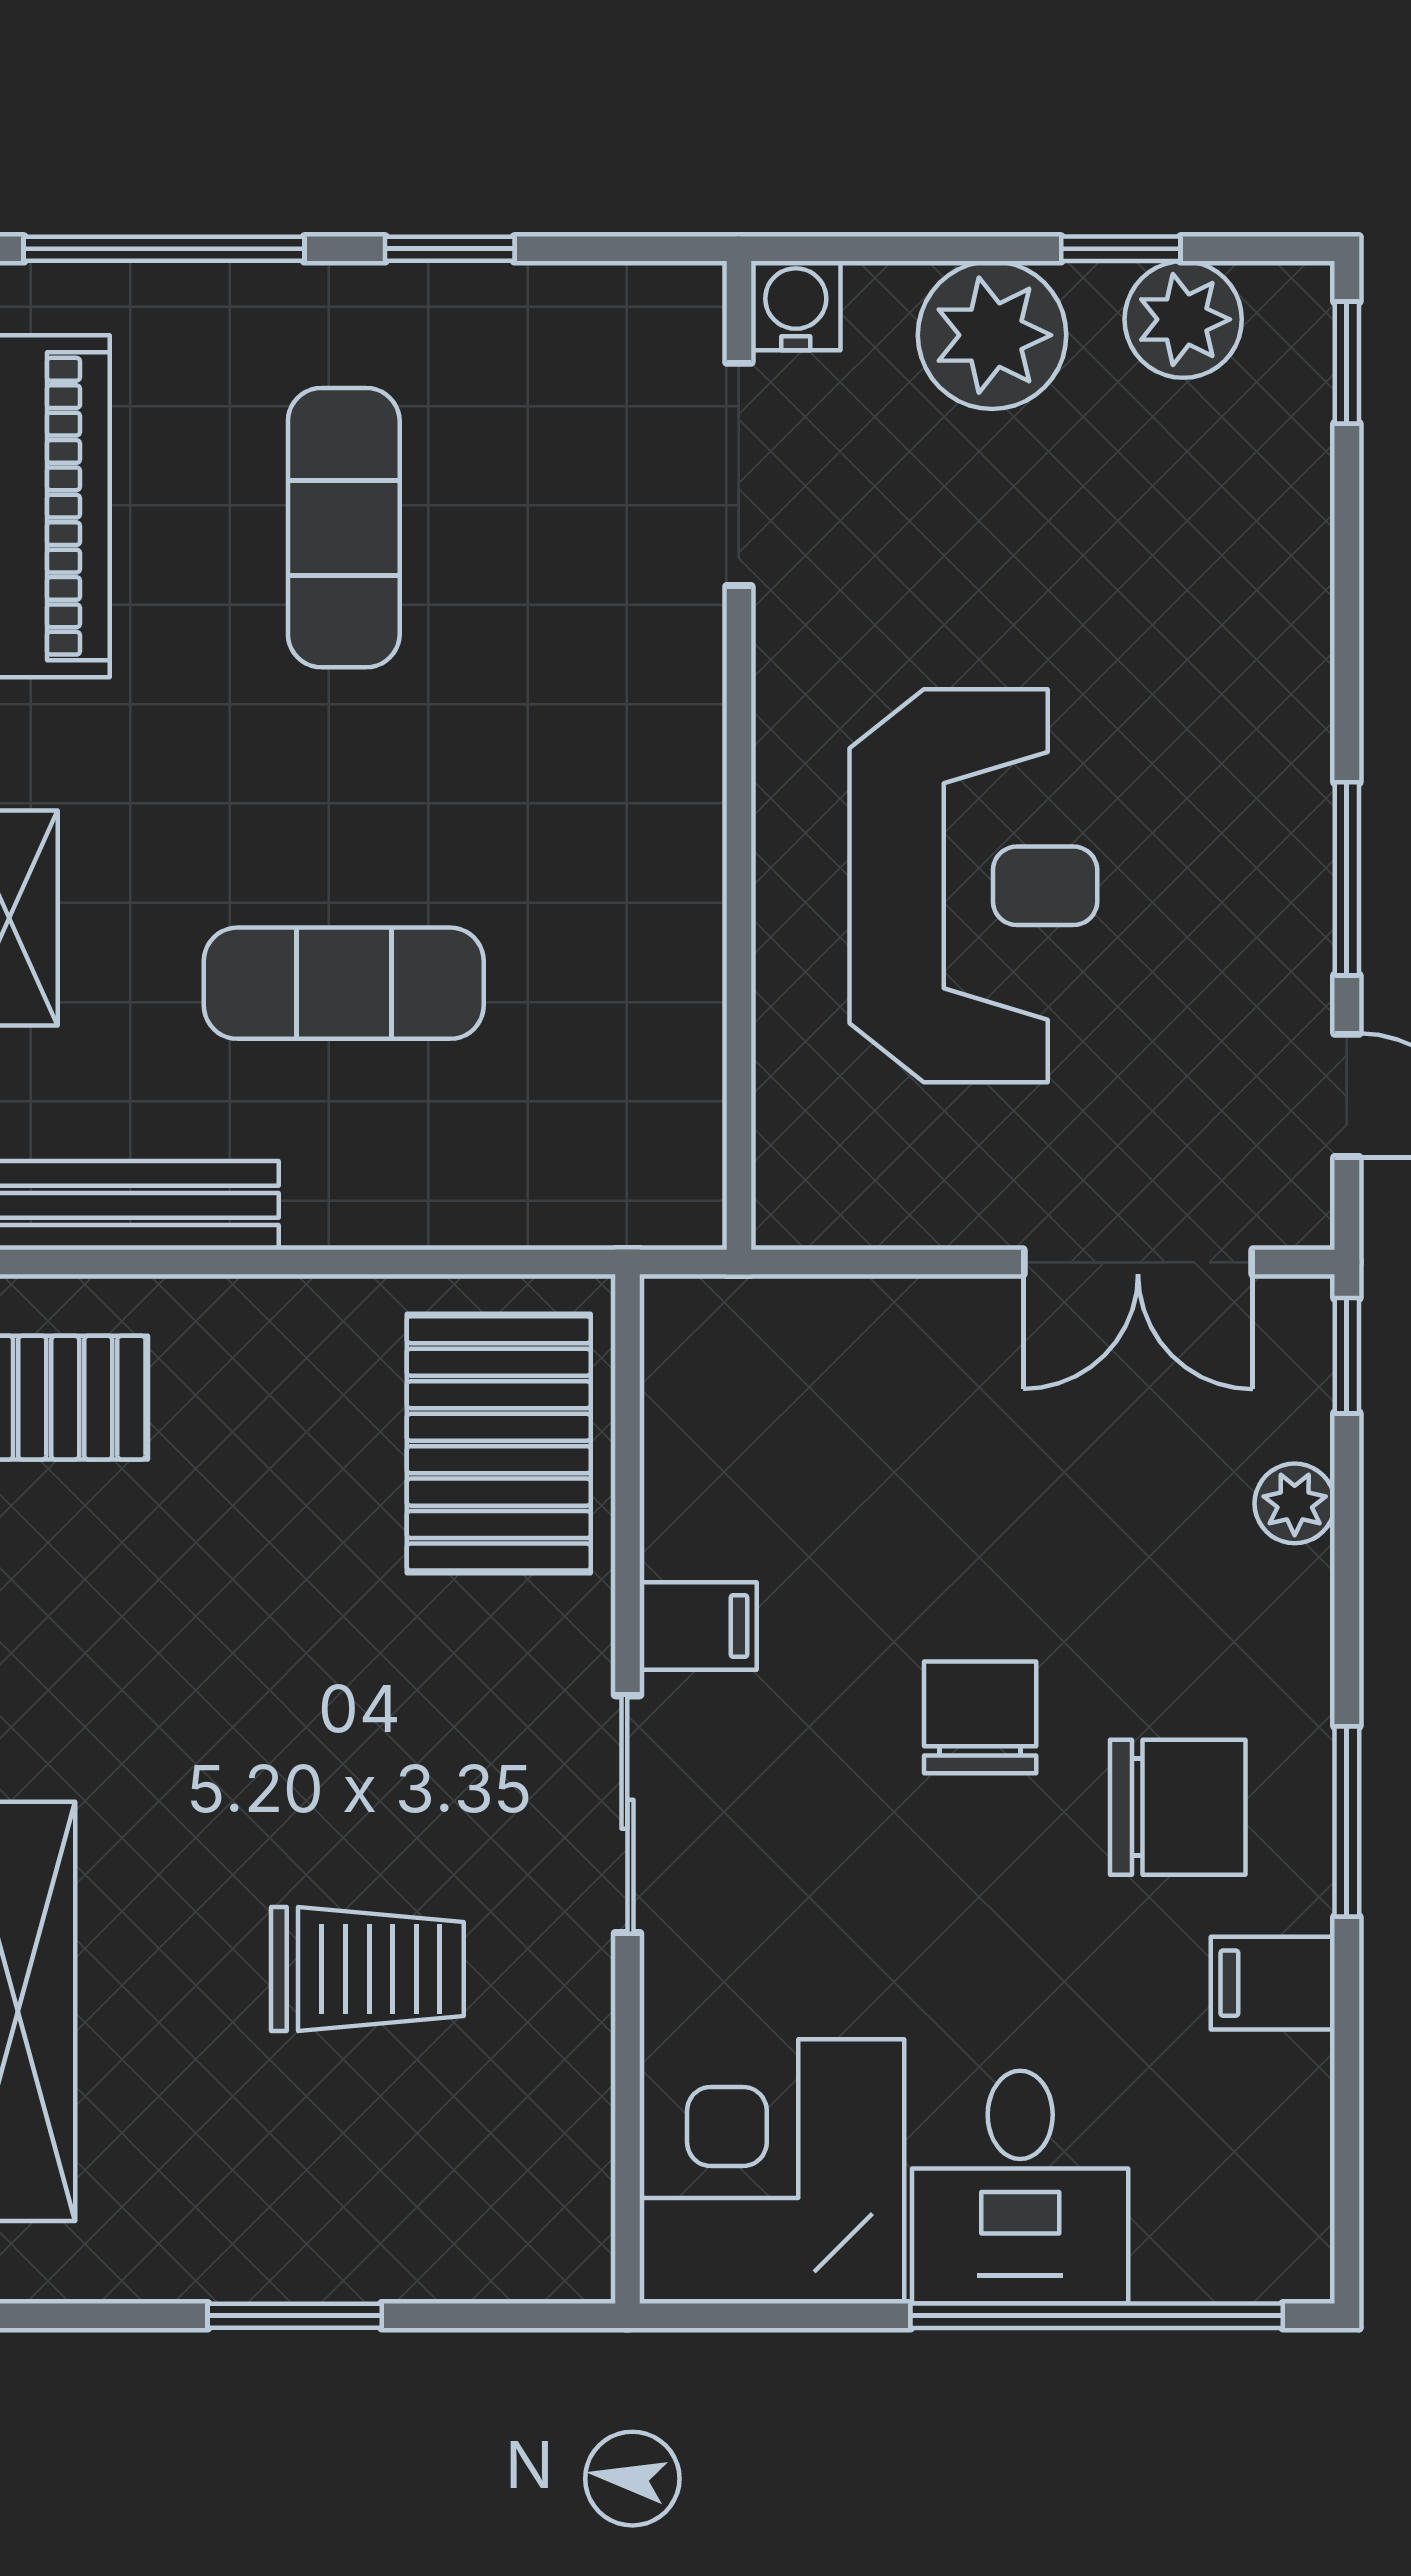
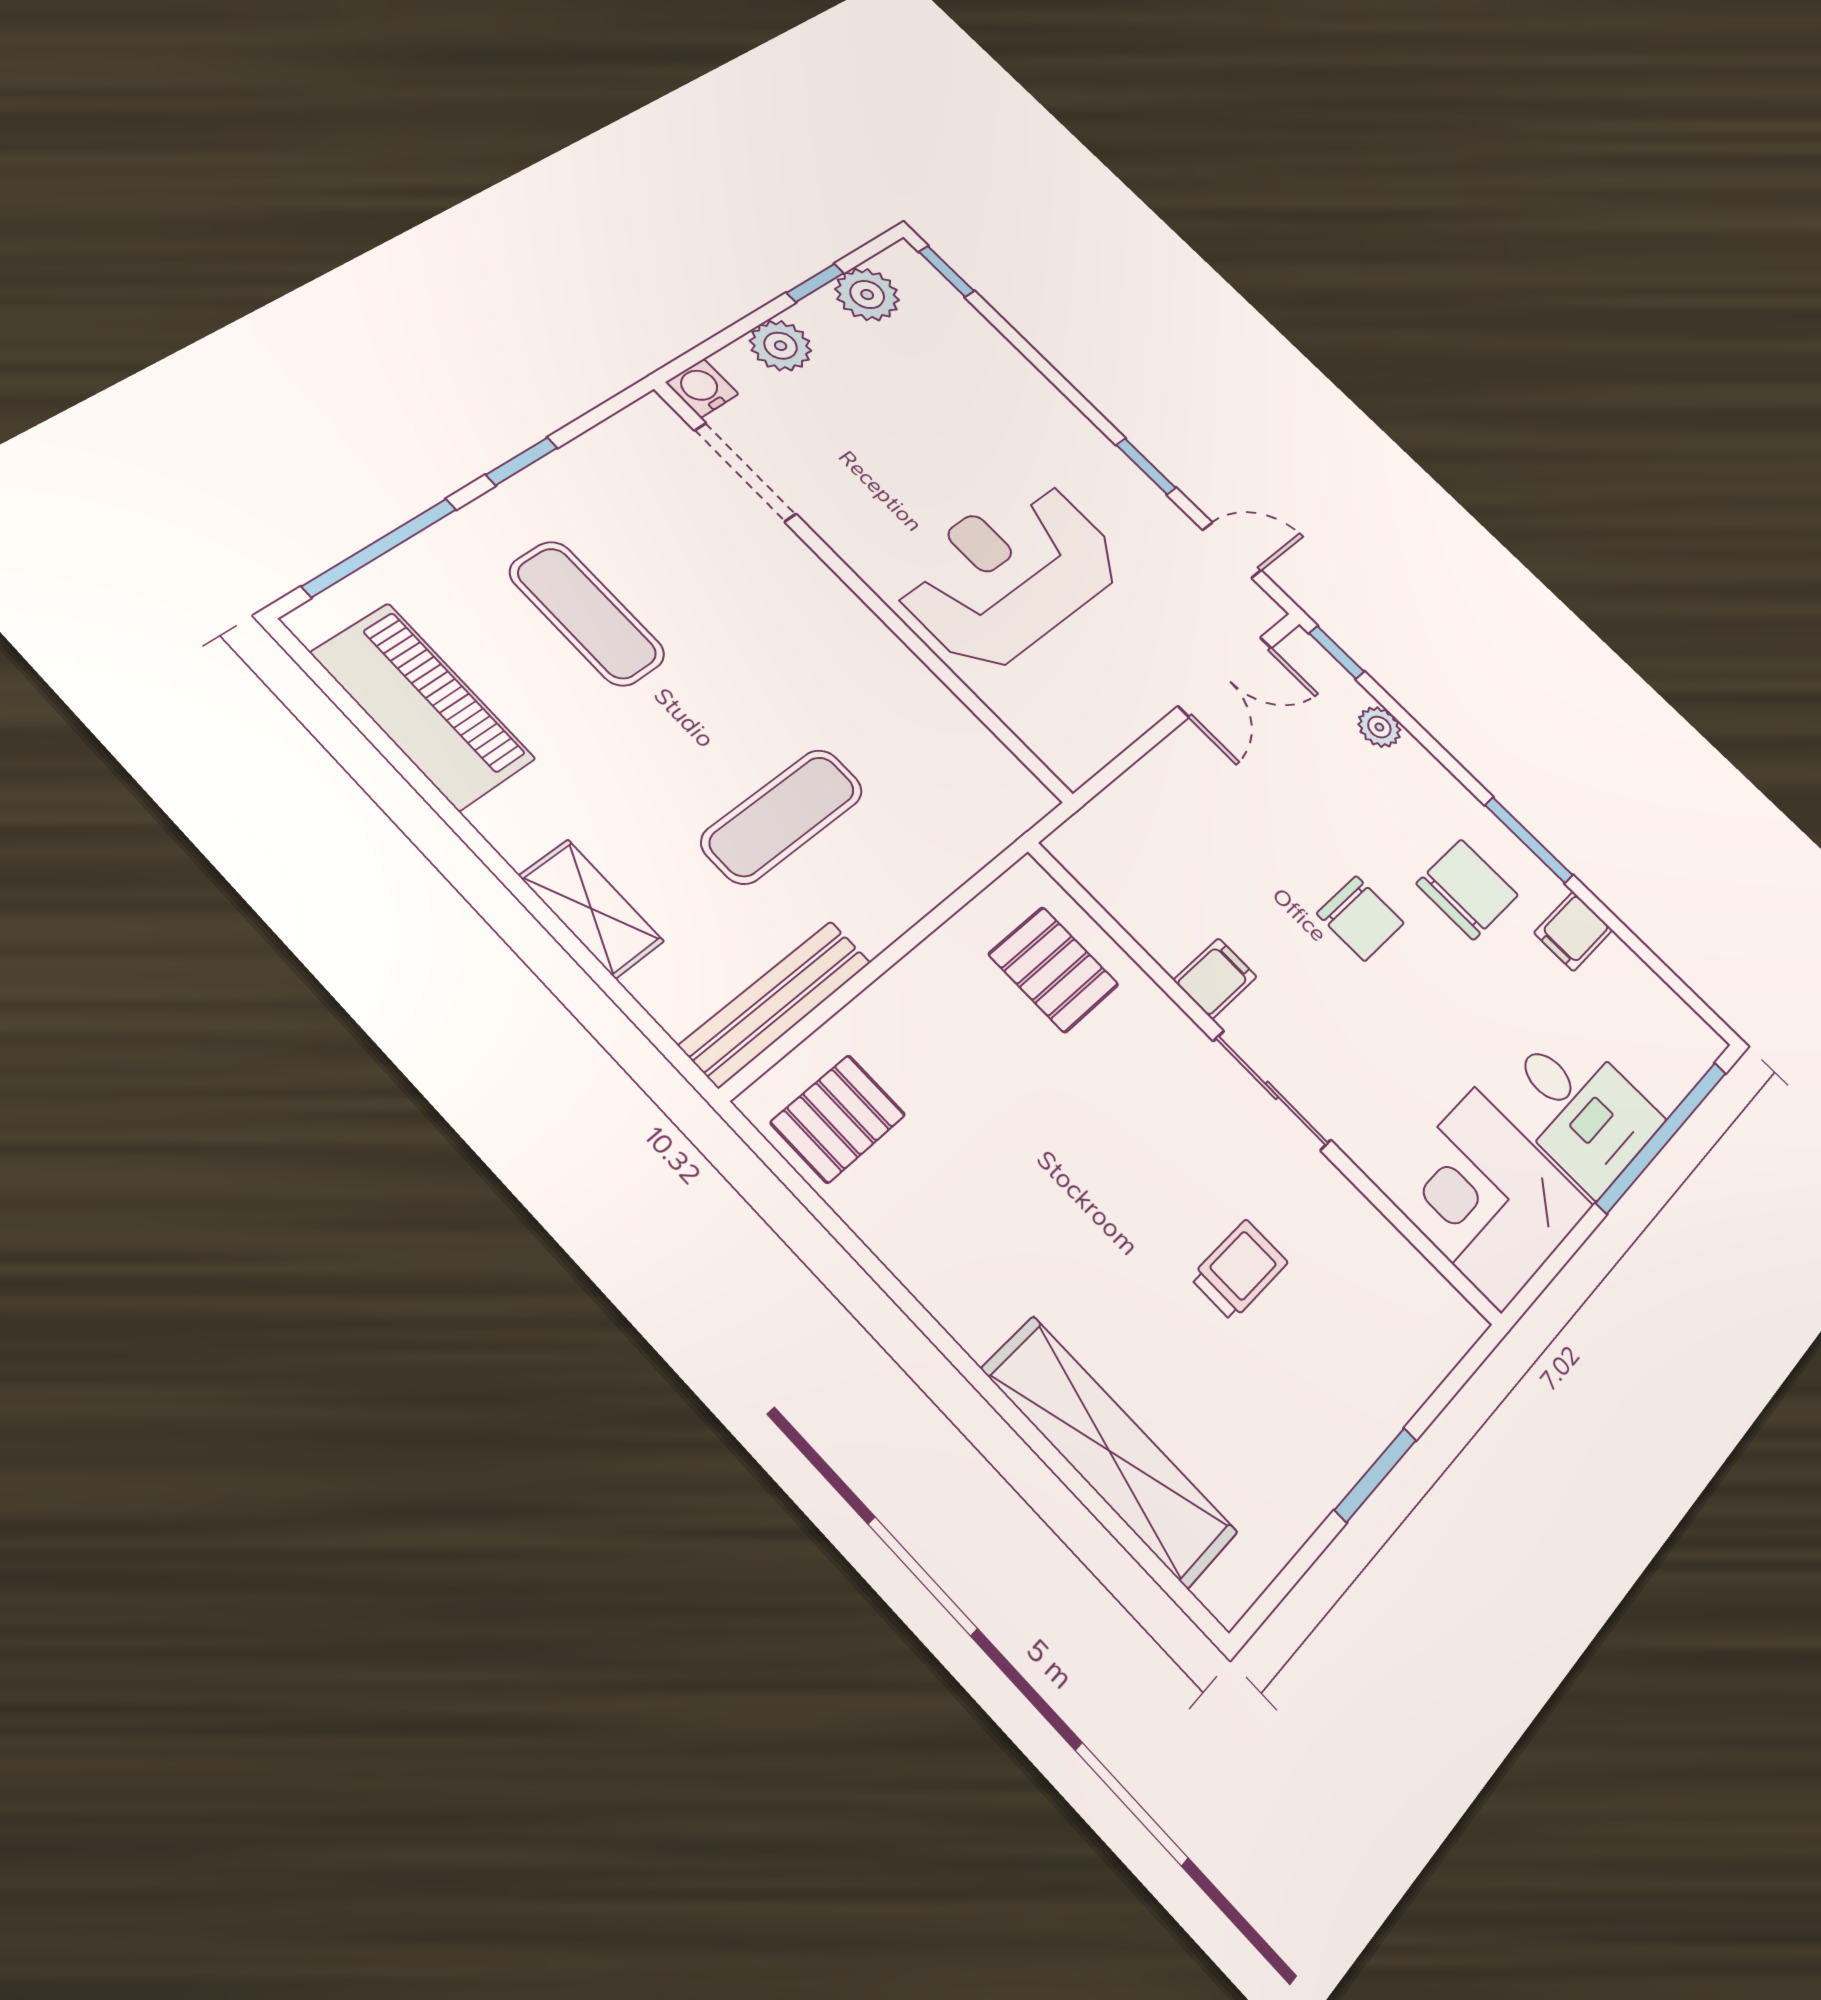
plant: (992, 335) -> (781, 346), width x0.73, depth x0.73
window: (1347, 879) -> (1146, 466), width x0.67
reception desk: (973, 886) -> (1009, 573), turned -90
pallet: (499, 1443) -> (1054, 969), width x0.67, depth x0.71
chair: (980, 1717) -> (1360, 918), turned 180
trolley: (367, 1969) -> (1239, 1270), width x0.73, depth x0.72

